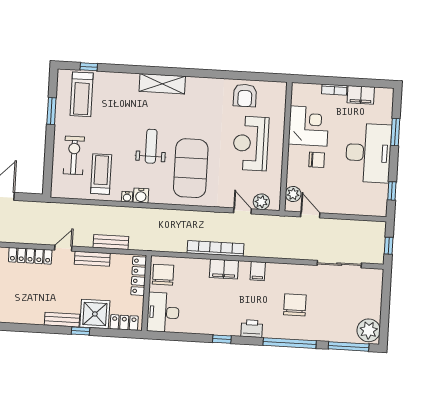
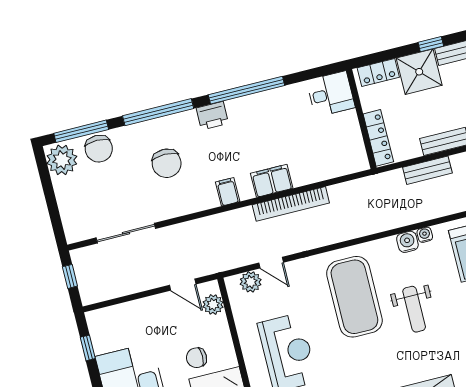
chair: (163, 275) -> (99, 149), moved
desk: (163, 312) -> (331, 94), width x0.73
window: (222, 339) -> (246, 90), width x3.17

